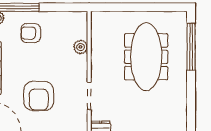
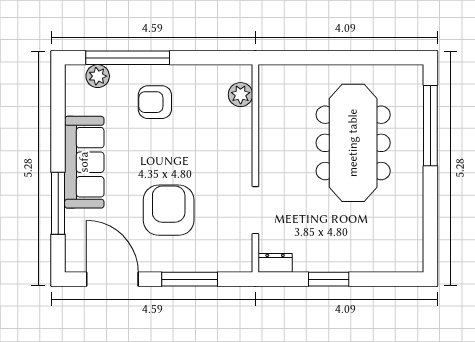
plant: (81, 47) -> (241, 95), moved
armchair: (39, 96) -> (169, 210), turned 180

